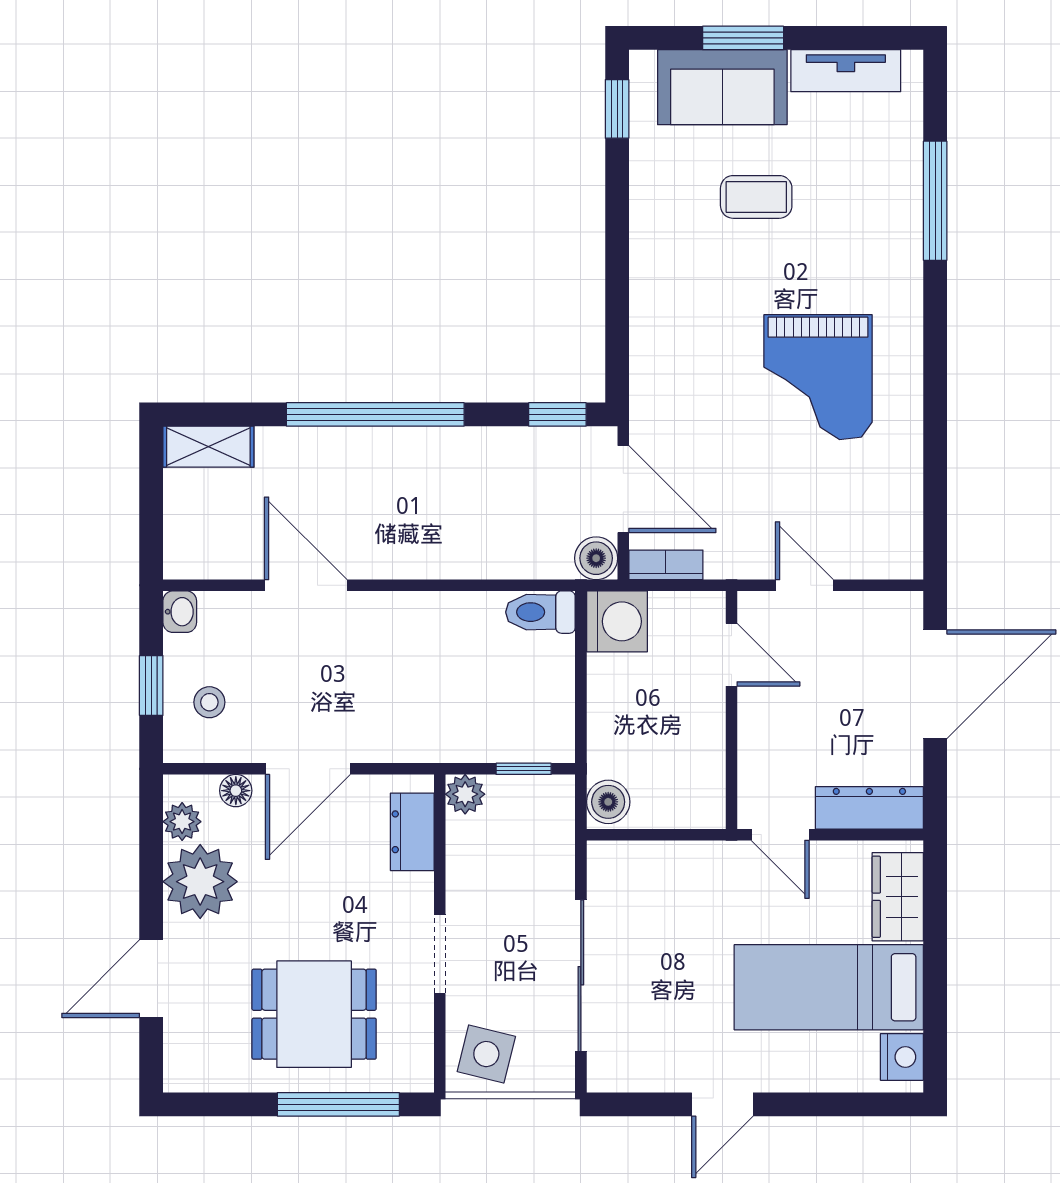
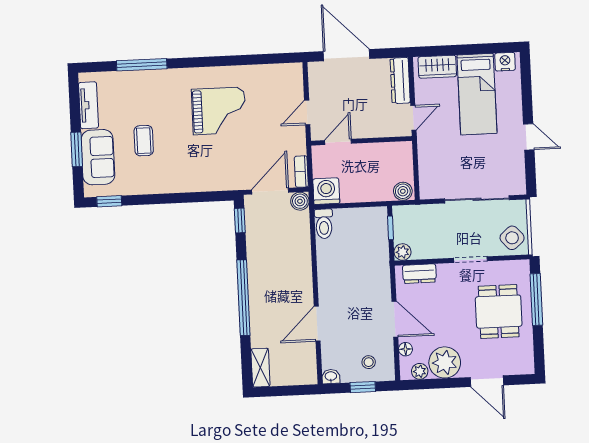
side table: (486, 1054) -> (512, 238), turned 35

